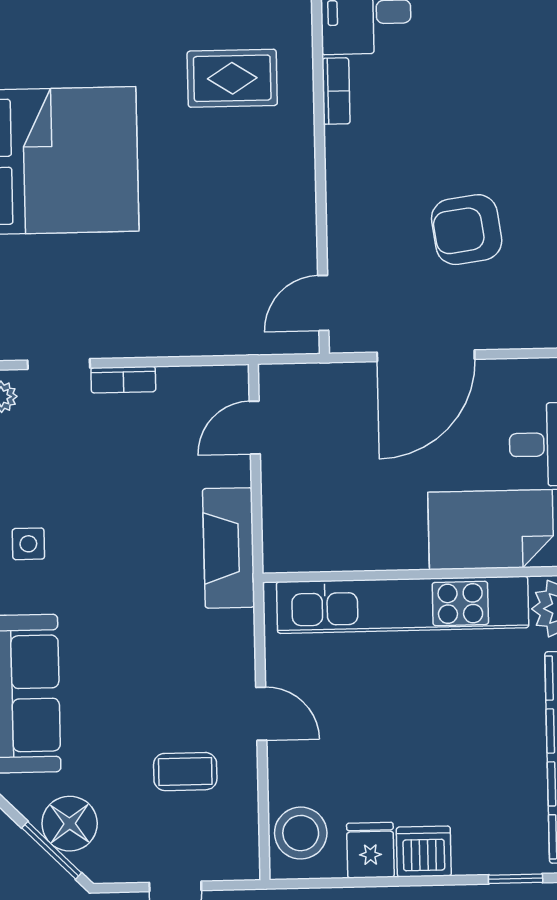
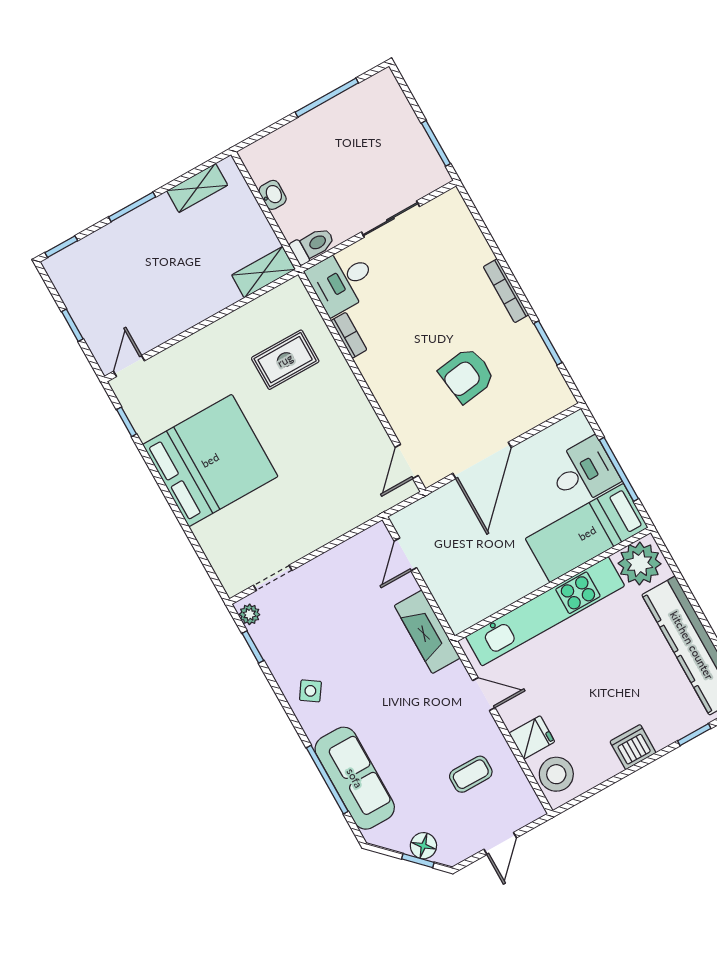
bookcase: (123, 380) -> (315, 567), removed
side table: (28, 544) -> (310, 691), turned 34
door: (261, 714) -> (484, 694), moved
floor lamp: (70, 824) -> (423, 846), width x0.73, depth x0.73
window: (52, 850) -> (418, 861), width x0.67
fridge: (370, 850) -> (532, 737), moved, turned 90

